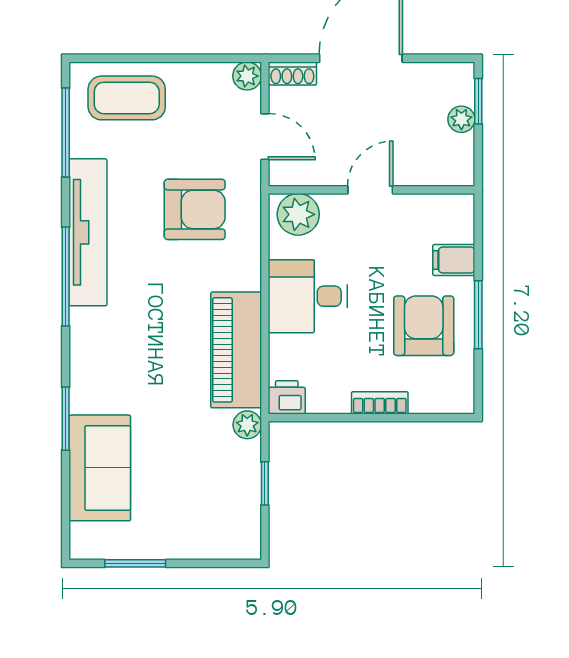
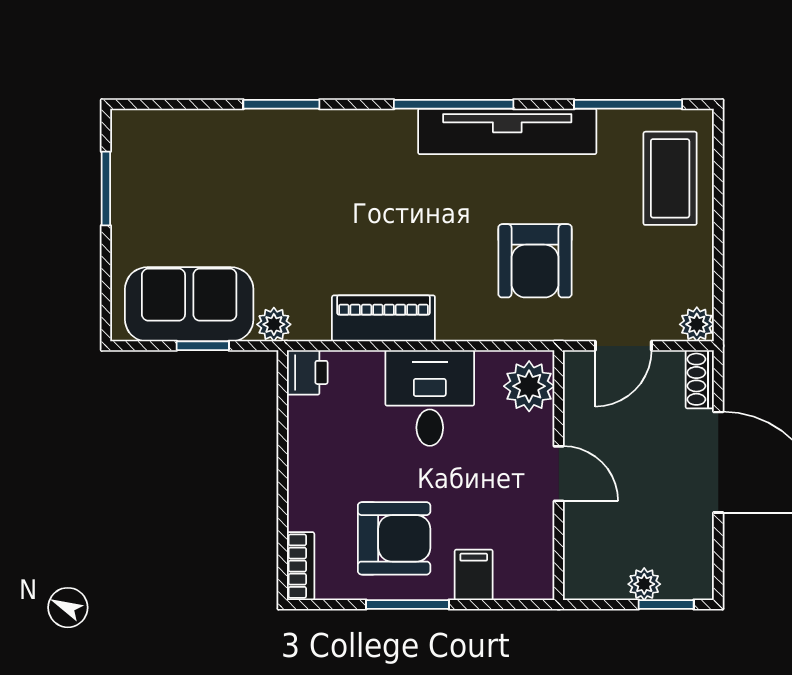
piano: (236, 350) -> (383, 318), width x0.73, depth x0.75
bookcase: (380, 403) -> (301, 566), moved
sofa: (100, 468) -> (189, 304), moved, turned 180

